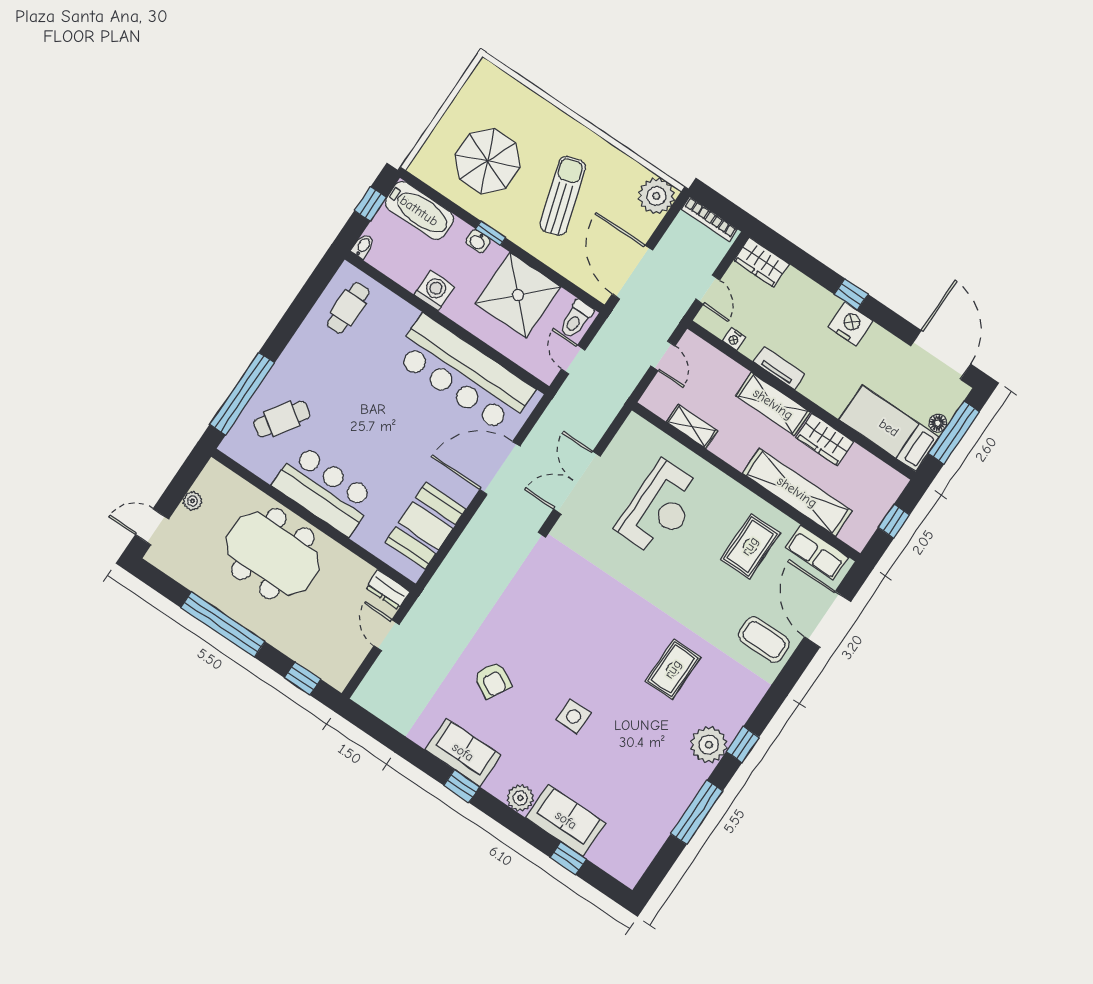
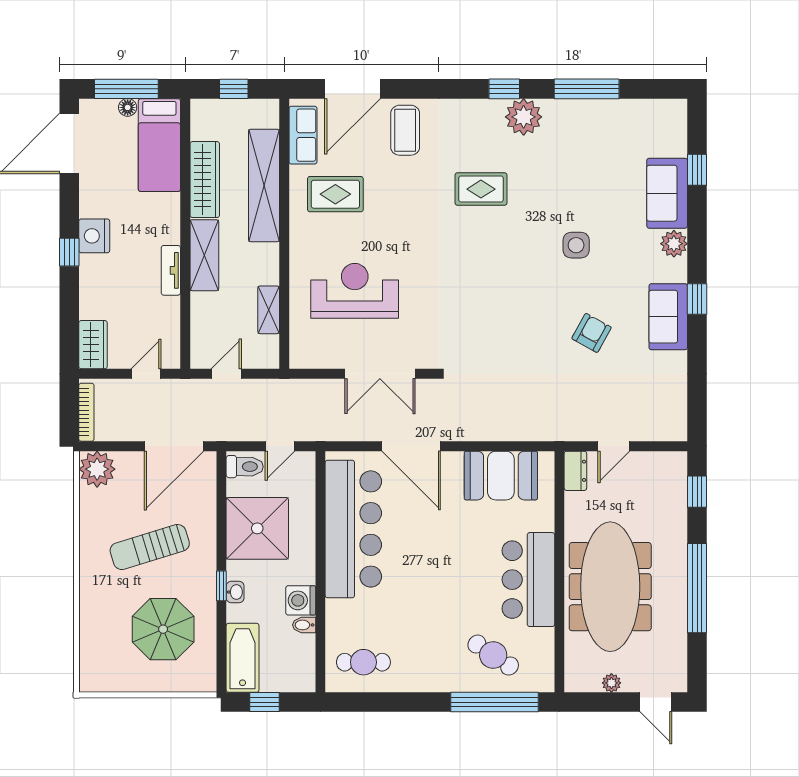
bidet: (363, 246) -> (304, 625), moved
nightstand: (734, 339) -> (172, 324), removed
wardrobe: (825, 439) -> (205, 180), width x1.50
meeting table: (273, 554) -> (610, 587), width x1.36

